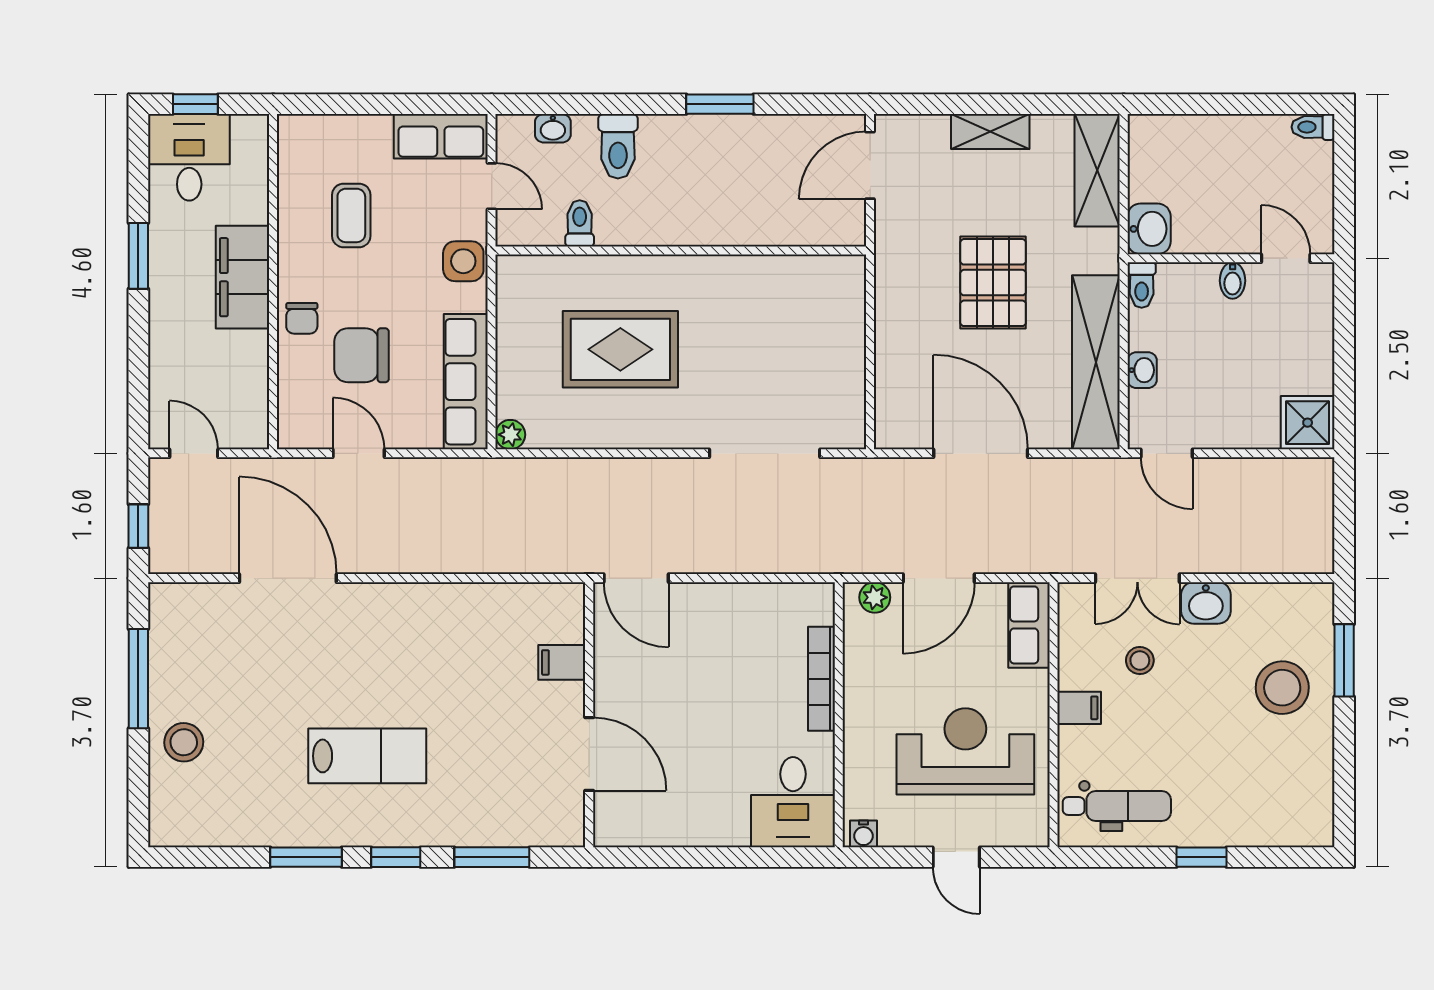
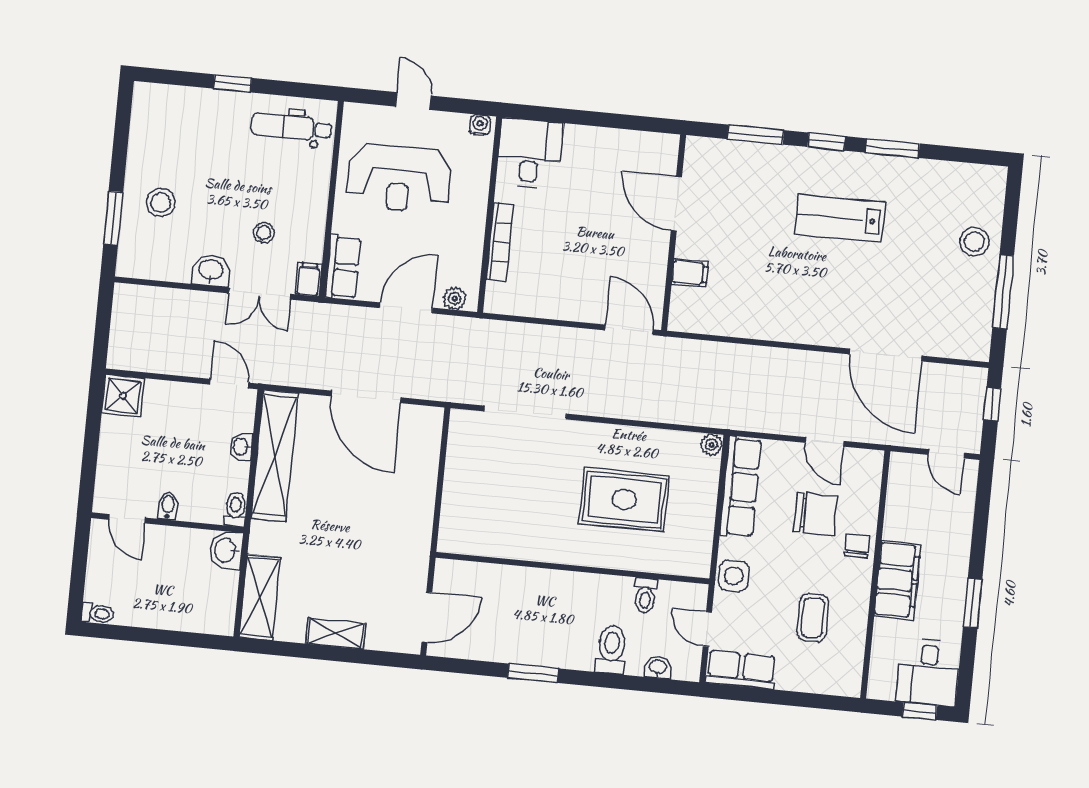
pallet: (993, 283) -> (345, 522), removed
double door: (1137, 578) -> (260, 294), swing flipped
stool: (1282, 688) -> (161, 202), width x0.73, depth x0.73
filing cabinet: (1079, 708) -> (308, 279), moved, turned 90

